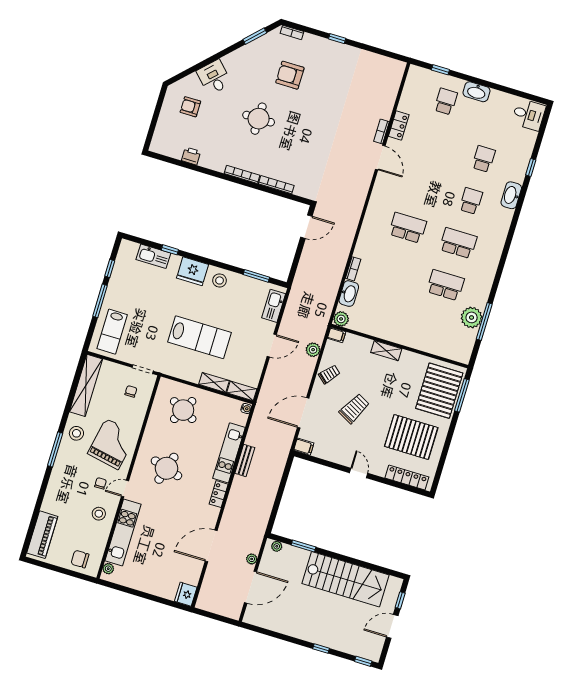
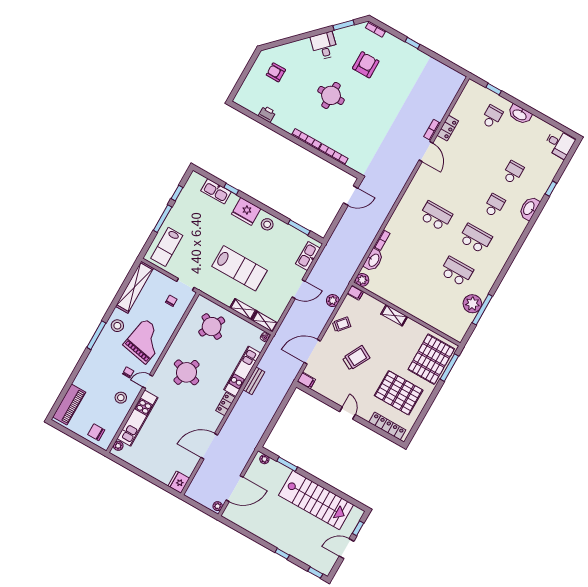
armchair: (290, 75) -> (366, 65), turned 90
desk: (214, 77) -> (324, 46), moved
plant: (252, 559) -> (218, 506), moved

